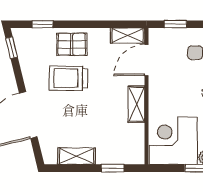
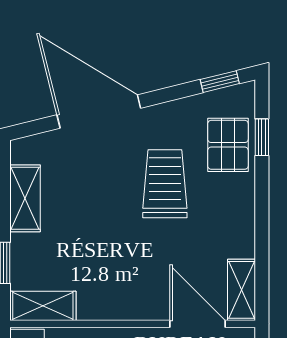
pallet: (72, 44) -> (228, 145), moved
shelving: (136, 104) -> (43, 306), moved

